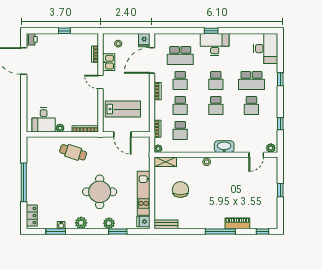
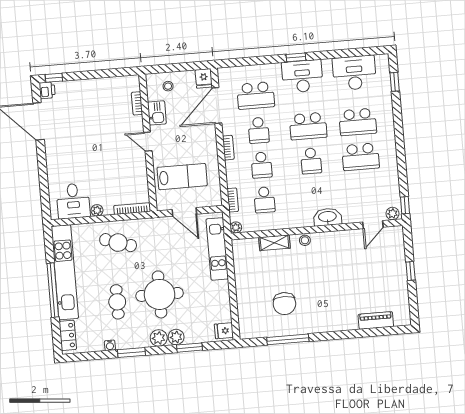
window: (64, 31) -> (54, 78), moved
desk: (266, 49) -> (354, 73), moved, turned -90
window: (280, 79) -> (395, 82), moved
school desk: (216, 81) -> (308, 126), width x1.85
school desk: (251, 106) -> (361, 157), width x1.85
window: (280, 124) -> (405, 205), moved
shelving: (165, 162) -> (274, 243), moved
kitchen unit: (33, 170) -> (65, 272), added
chair: (180, 190) -> (284, 304), moved, turned 180
kitchen unit: (144, 193) -> (217, 249), moved
cafe table: (69, 195) -> (117, 302), added
plant: (81, 223) -> (159, 338), moved
piano: (237, 223) -> (376, 320), moved
bench: (166, 224) -> (256, 332), removed
window: (56, 232) -> (131, 352), moved
window: (220, 232) -> (288, 339), moved
window: (262, 232) -> (391, 331), removed

